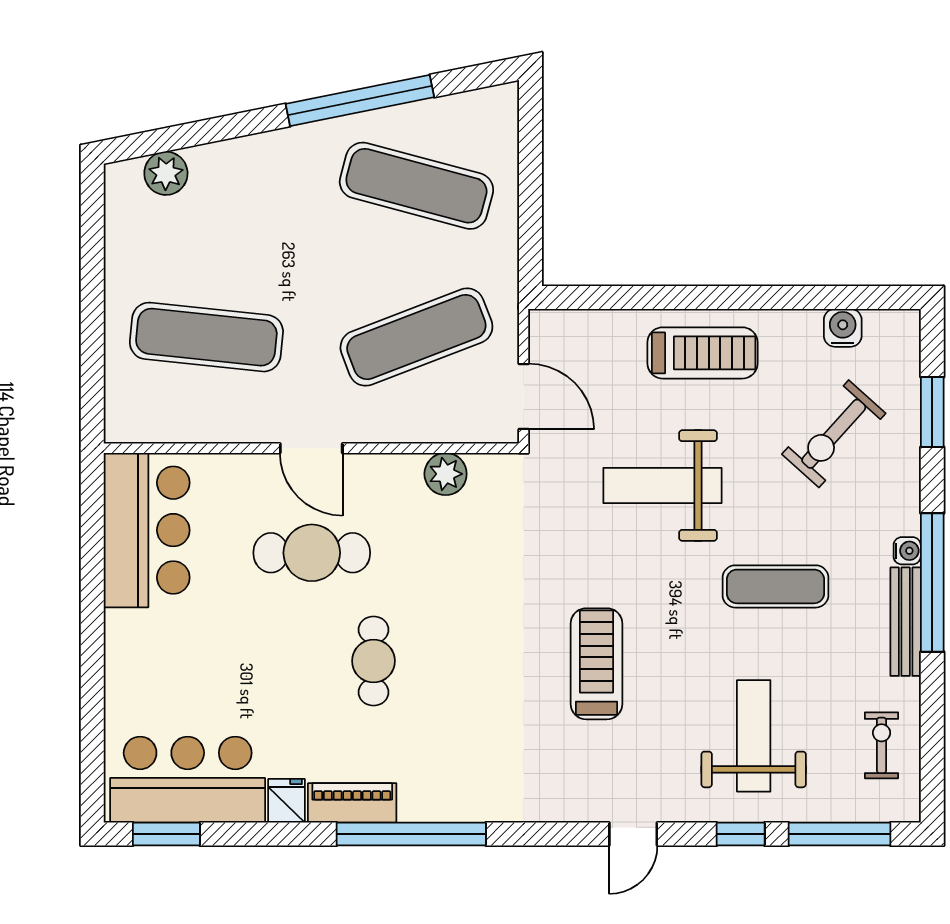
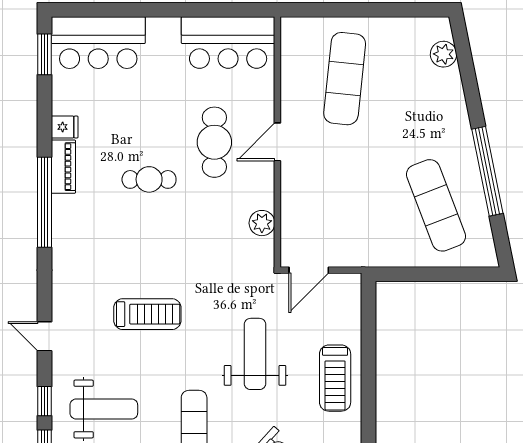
exercise mat: (416, 186) -> (436, 205), turned -36
exercise mat: (416, 337) -> (345, 205), removed
bar counter: (188, 780) -> (98, 43), moved, turned 90

